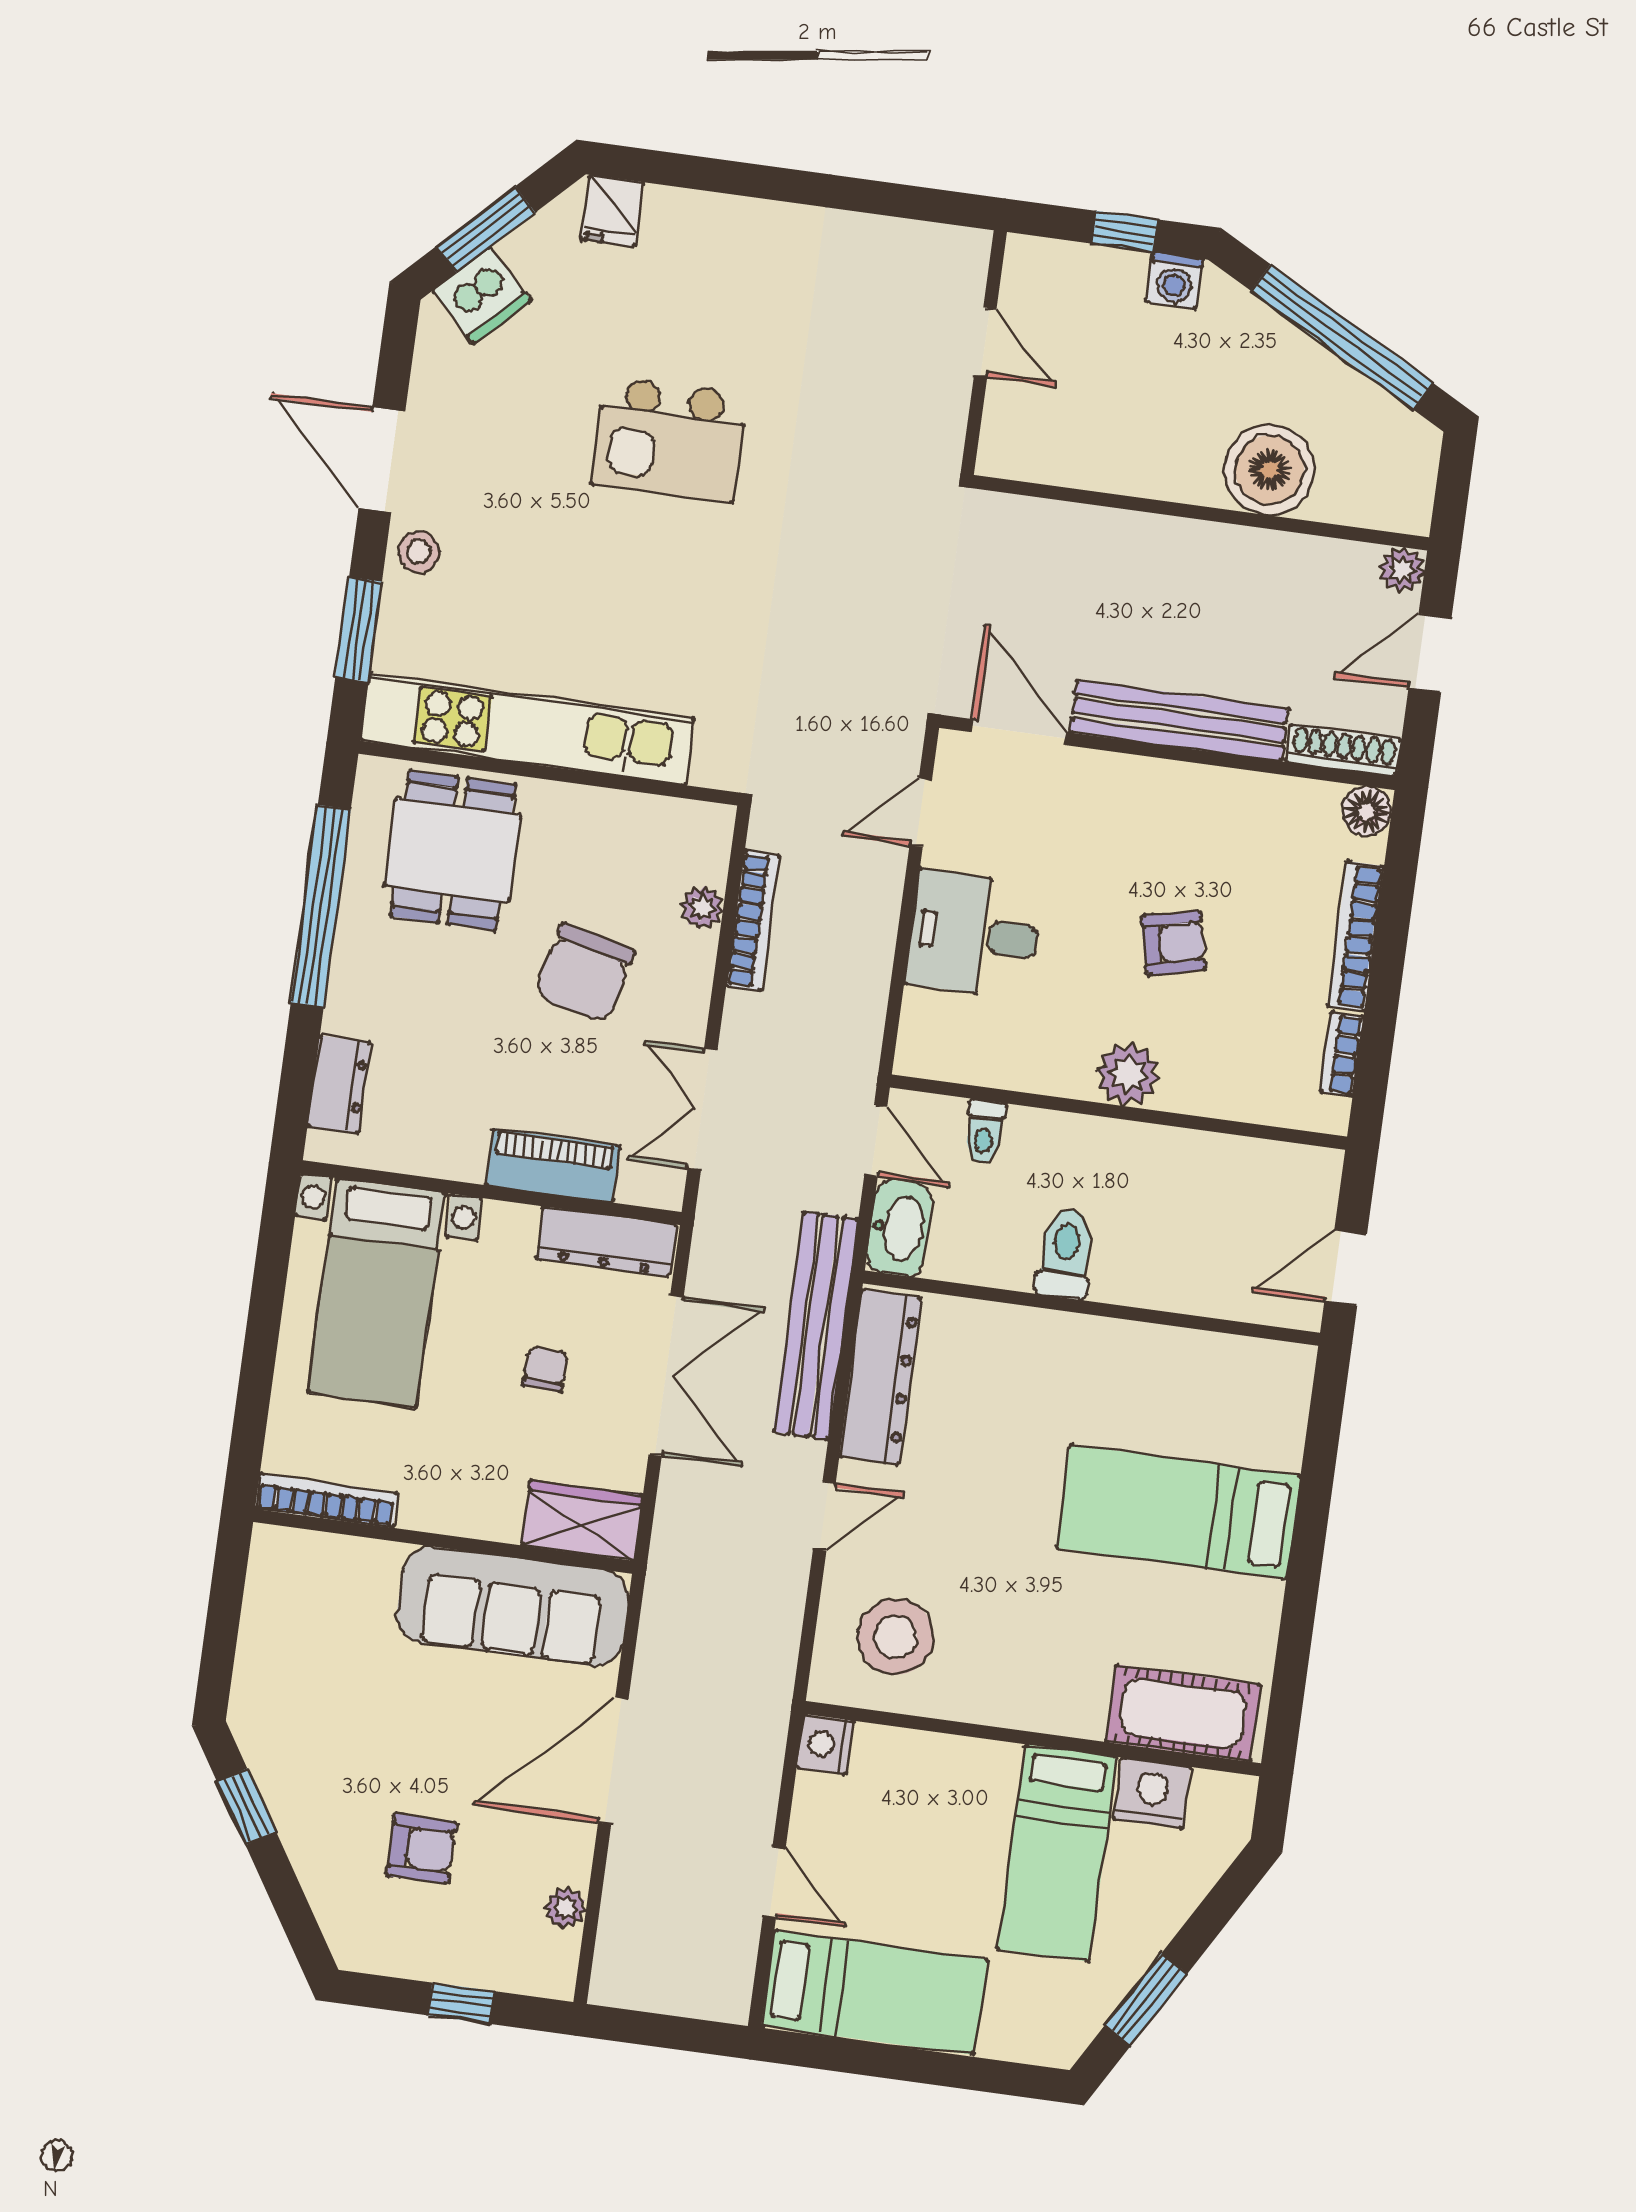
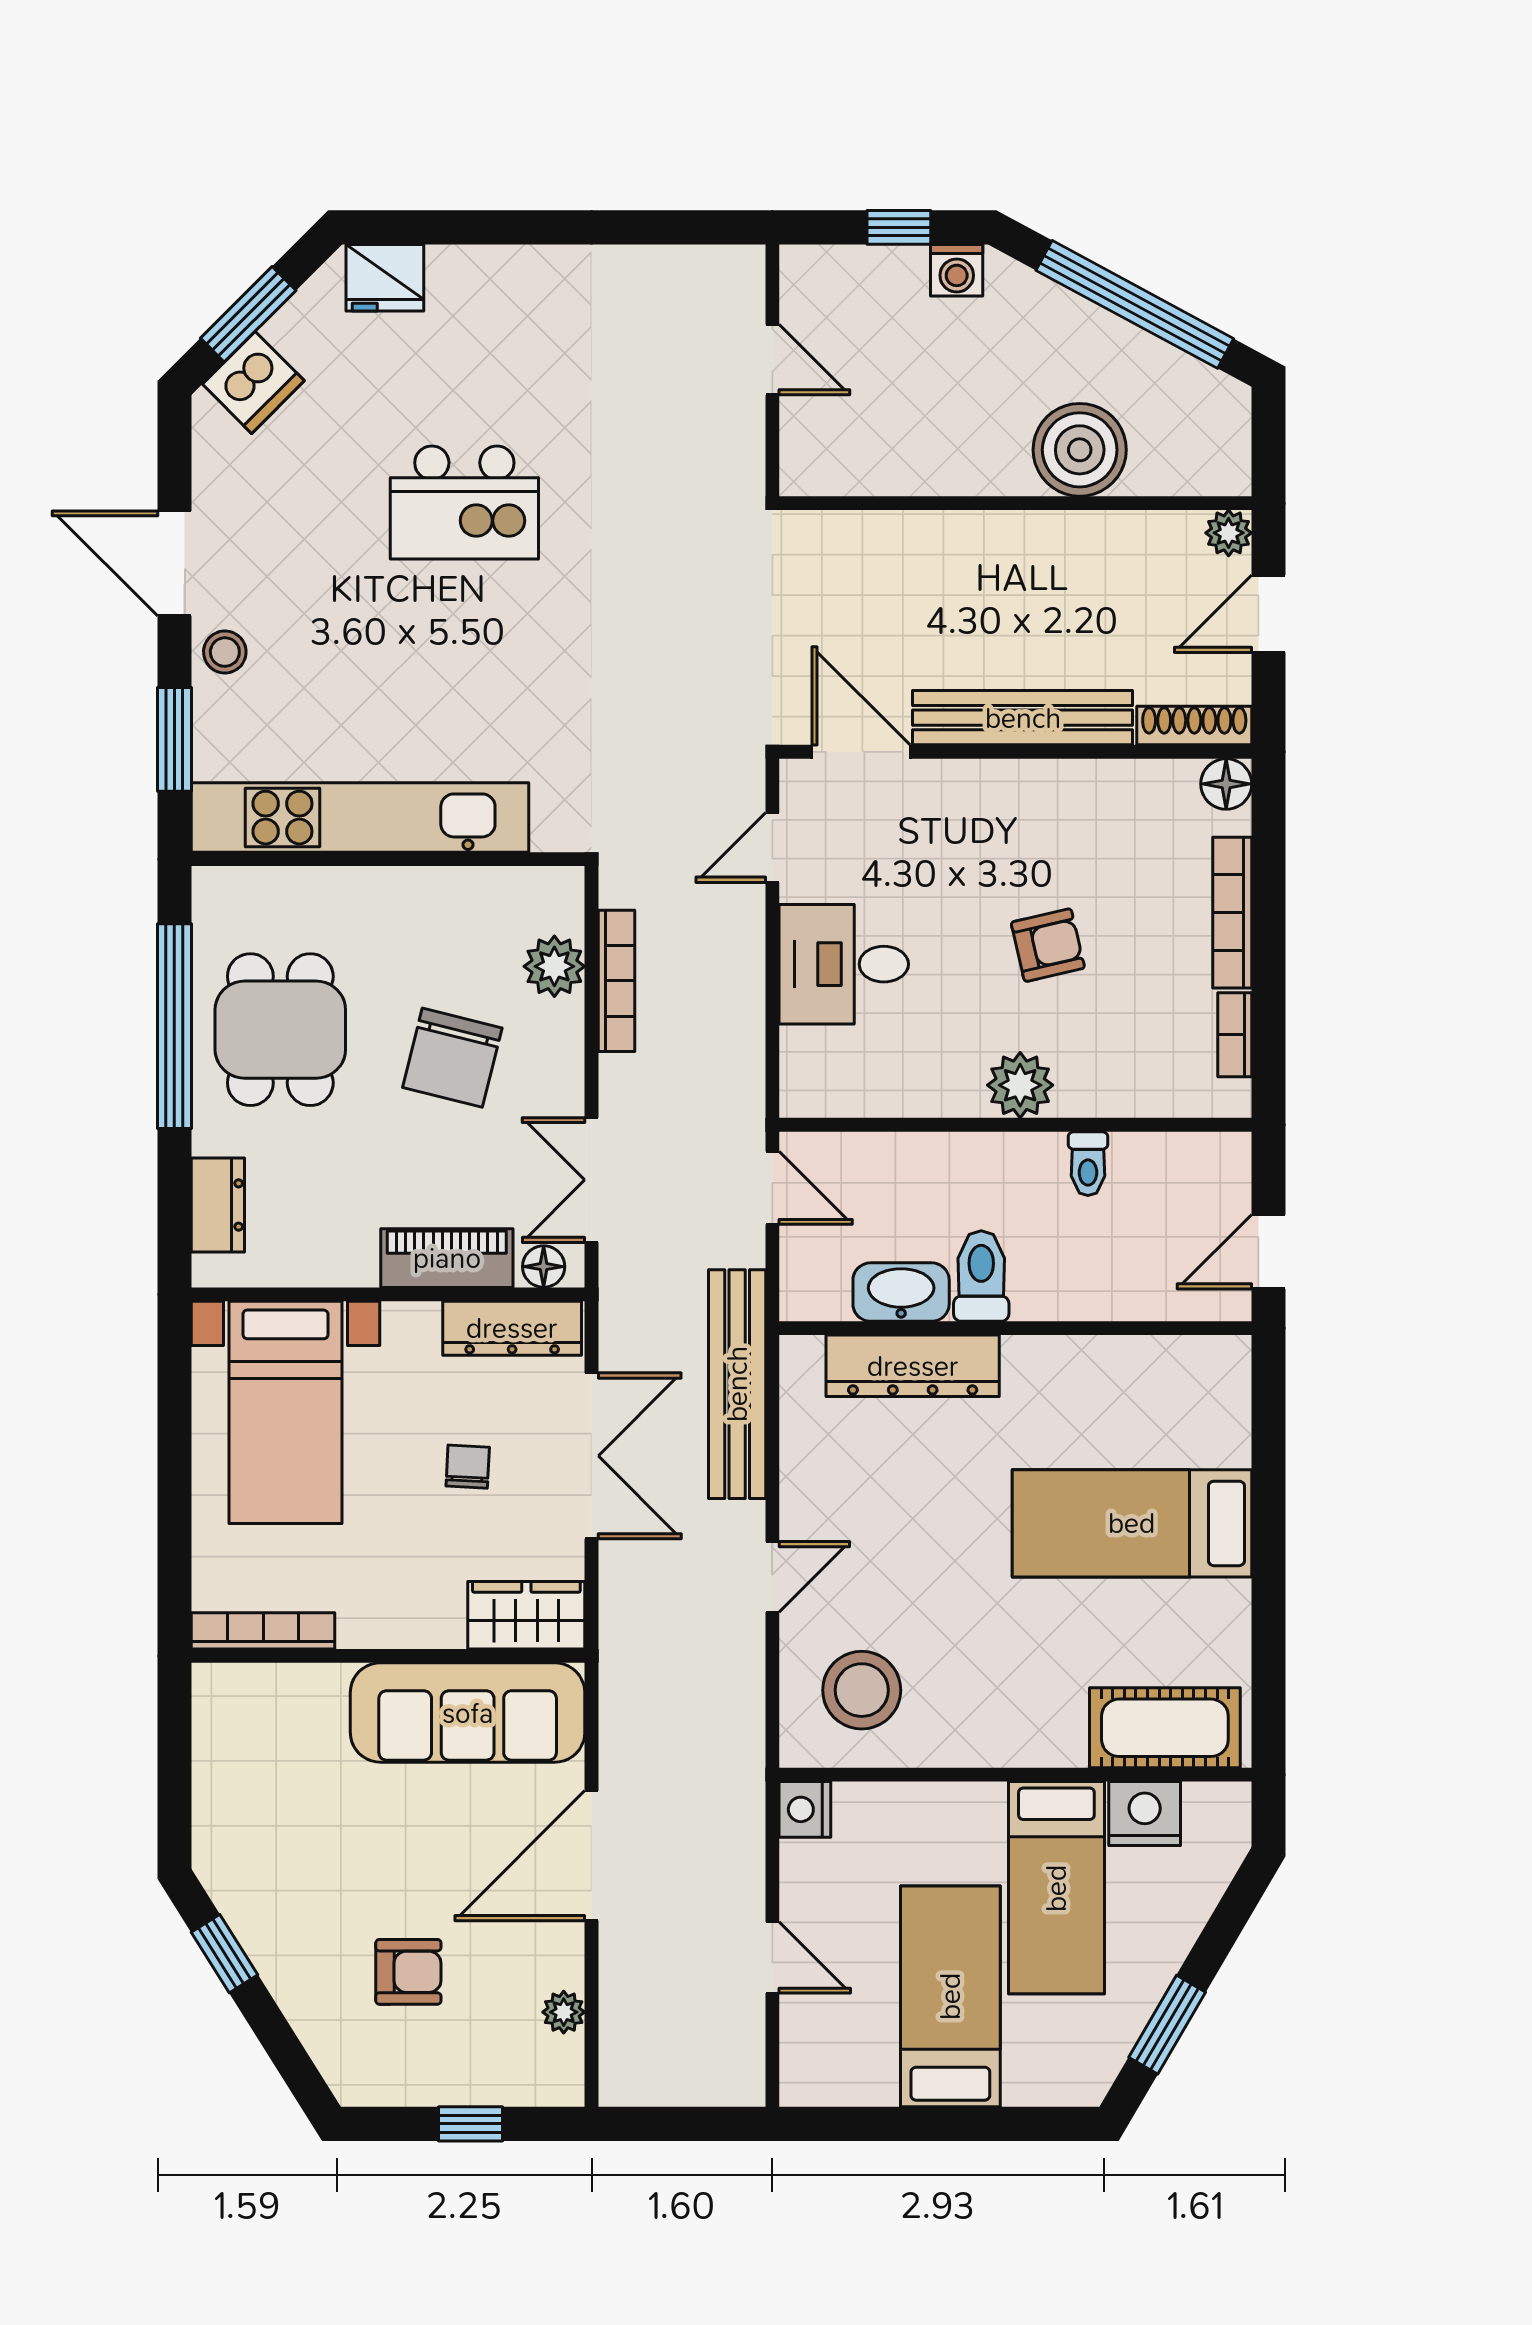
fridge: (612, 211) -> (385, 278), width x1.38
dining table: (453, 850) -> (280, 1030), moved
plant: (702, 907) -> (554, 966), width x1.38, depth x1.38
toilet: (984, 1132) -> (1088, 1164), moved
floor lamp: (645, 1186) -> (544, 1267), added
washbasin: (899, 1228) -> (901, 1292), moved, turned -90
dresser: (880, 1377) -> (913, 1366), moved, turned 90
bed: (874, 1992) -> (950, 1996), moved, turned -90

